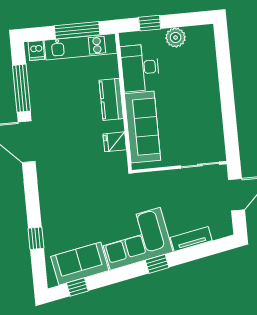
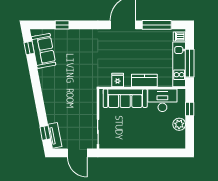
corner sofa: (135, 239) -> (56, 87), removed
tv unit: (191, 239) -> (55, 135), moved
window: (157, 264) -> (45, 133), moved

